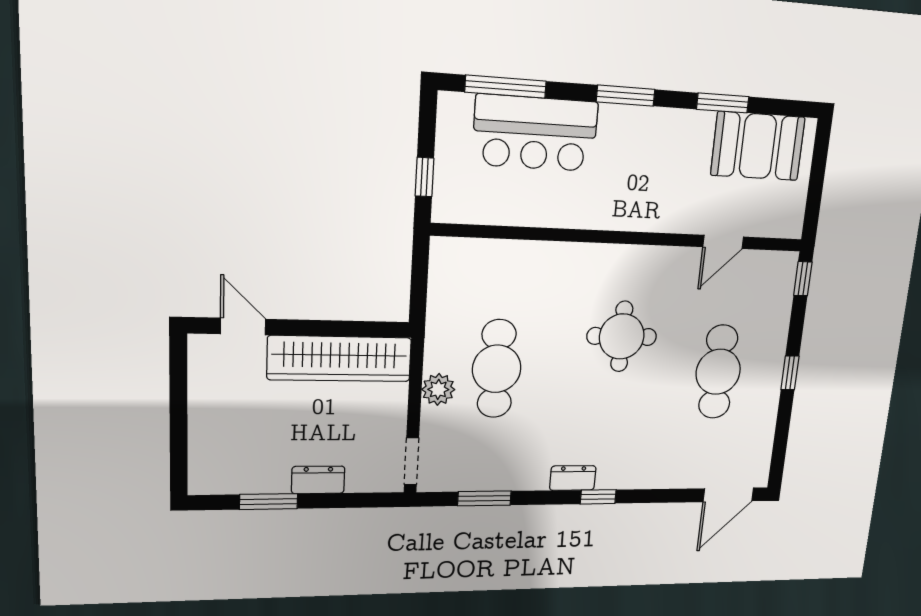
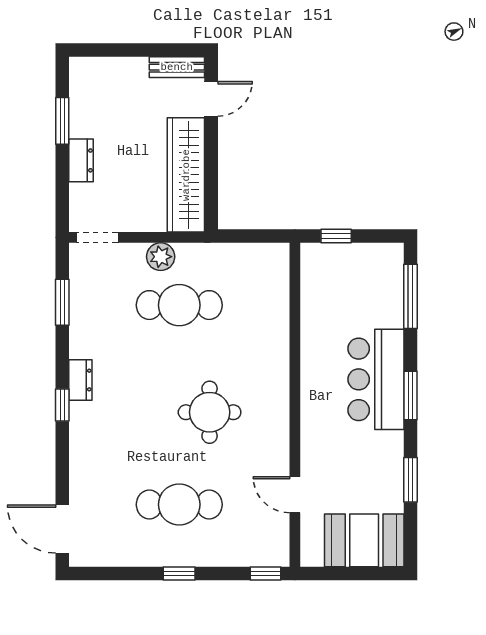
bar counter: (535, 133) -> (376, 379), moved
booth: (758, 146) -> (364, 540), moved, turned 90
bench: (201, 367) -> (177, 67), added

